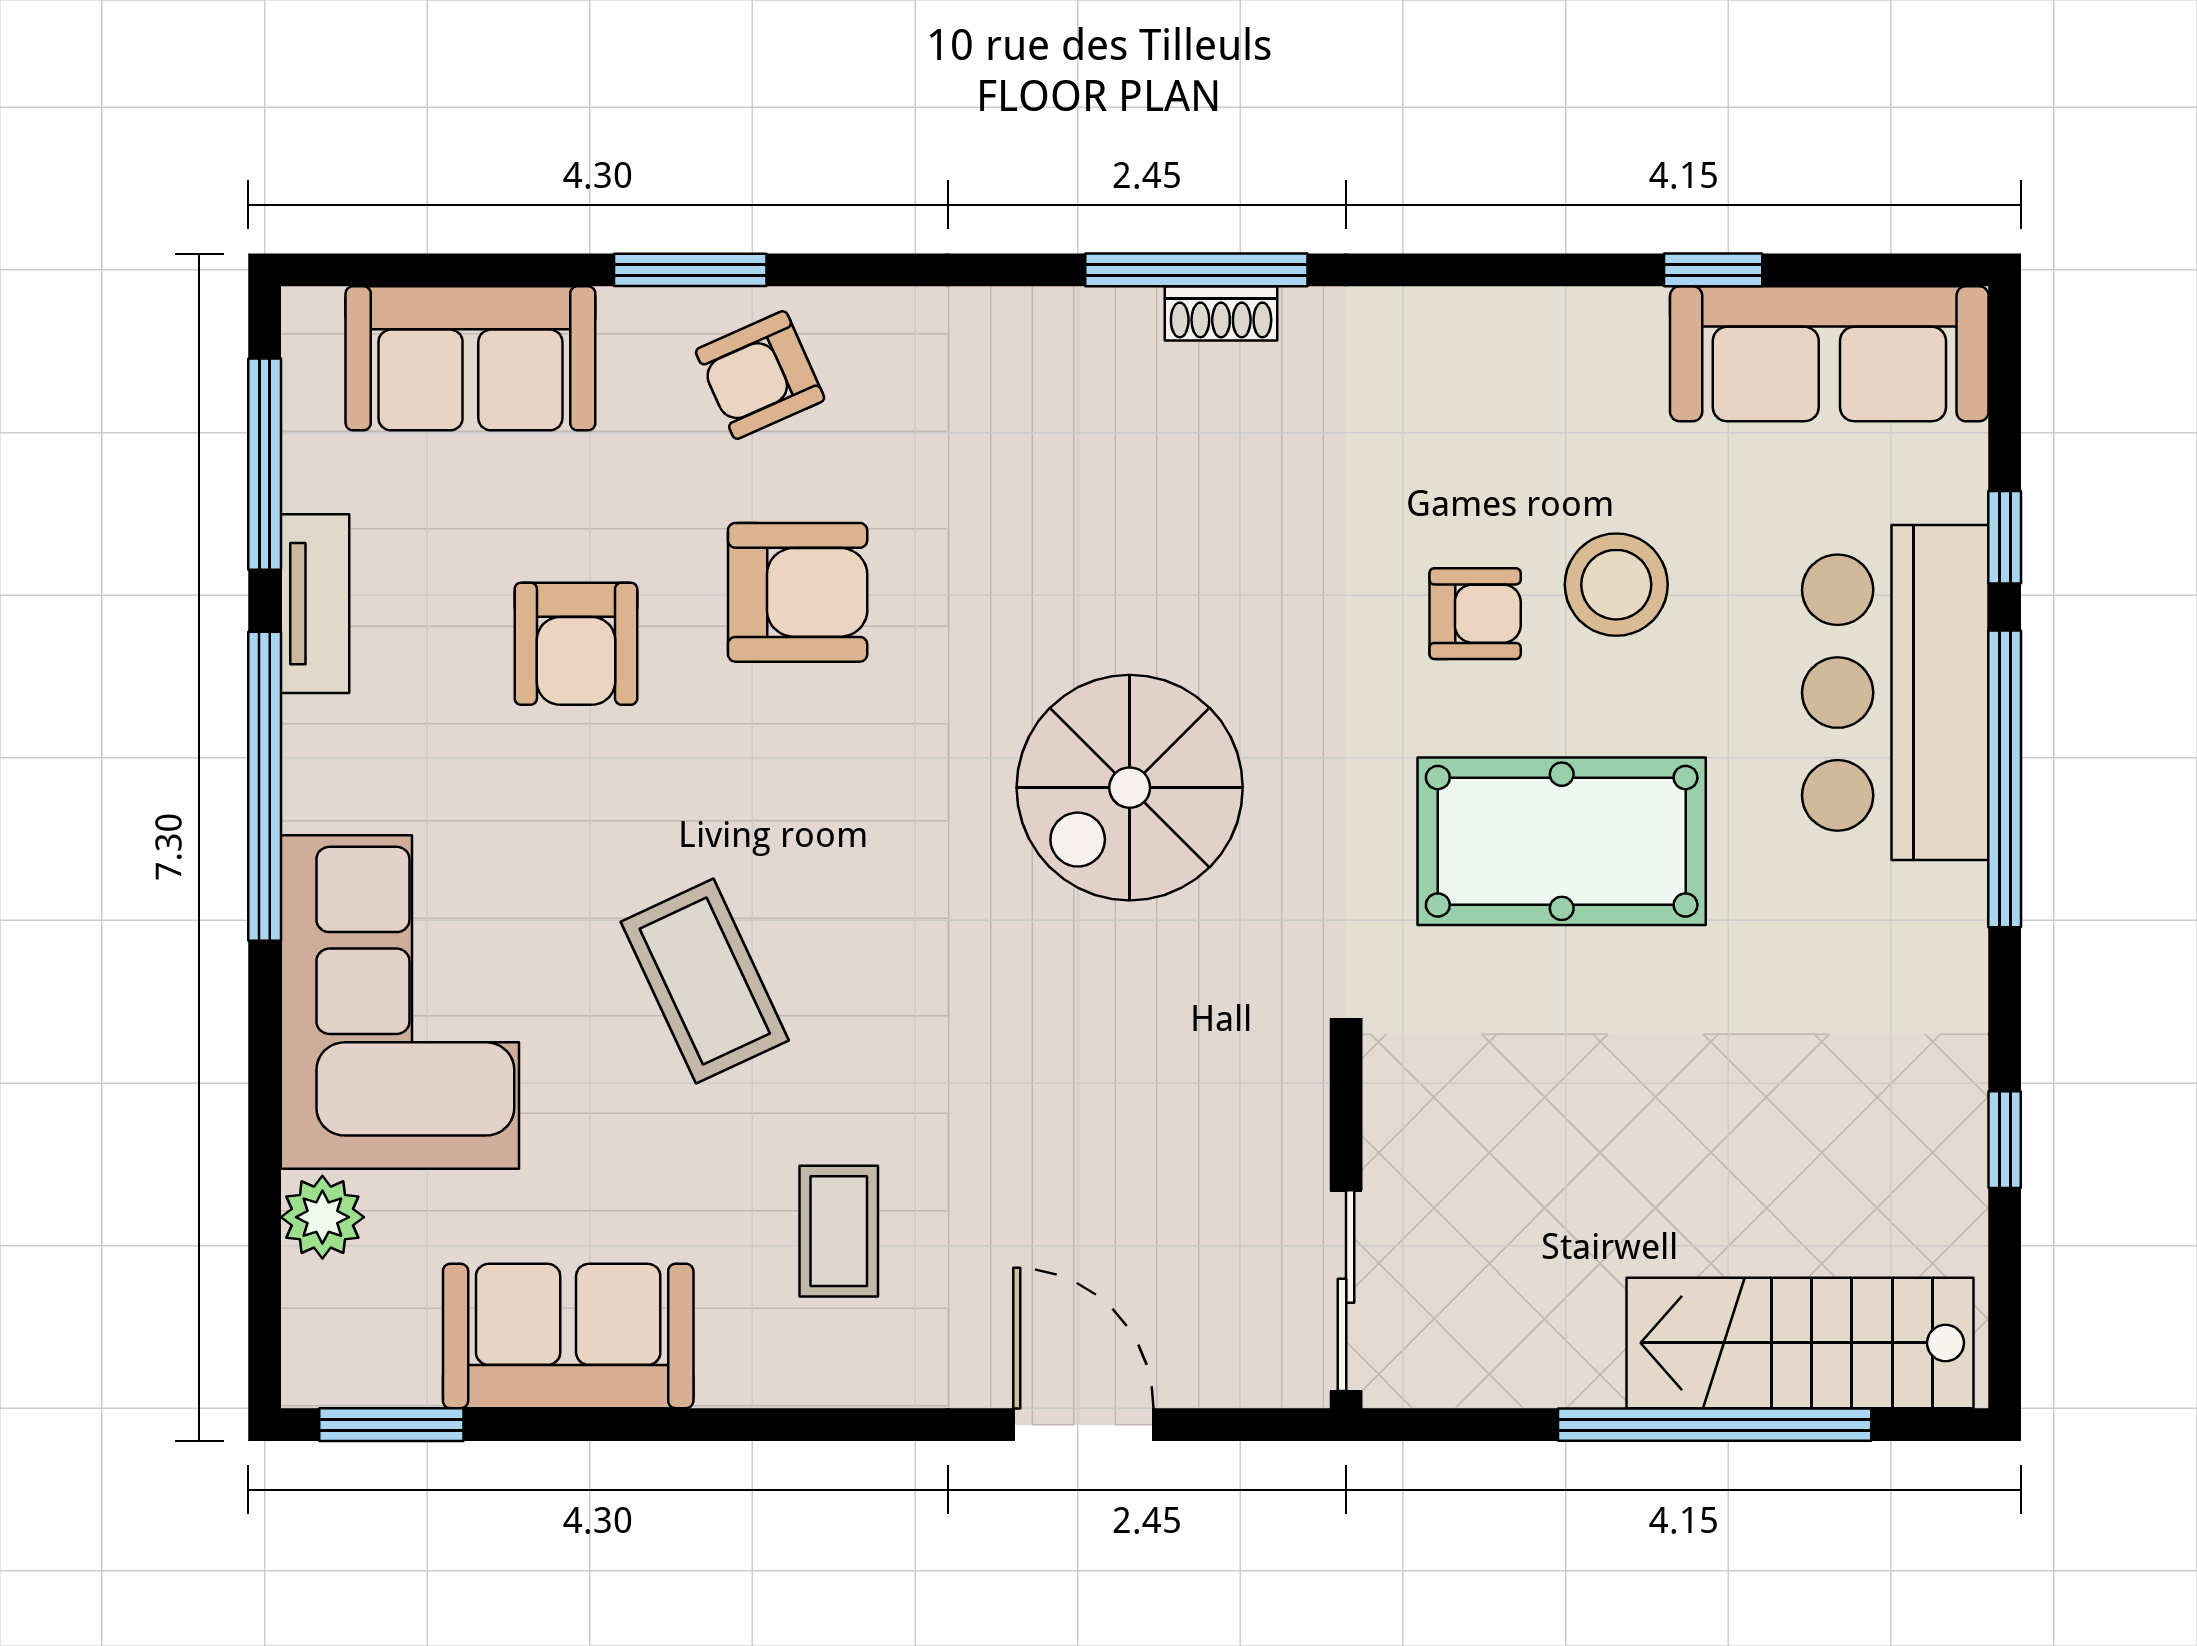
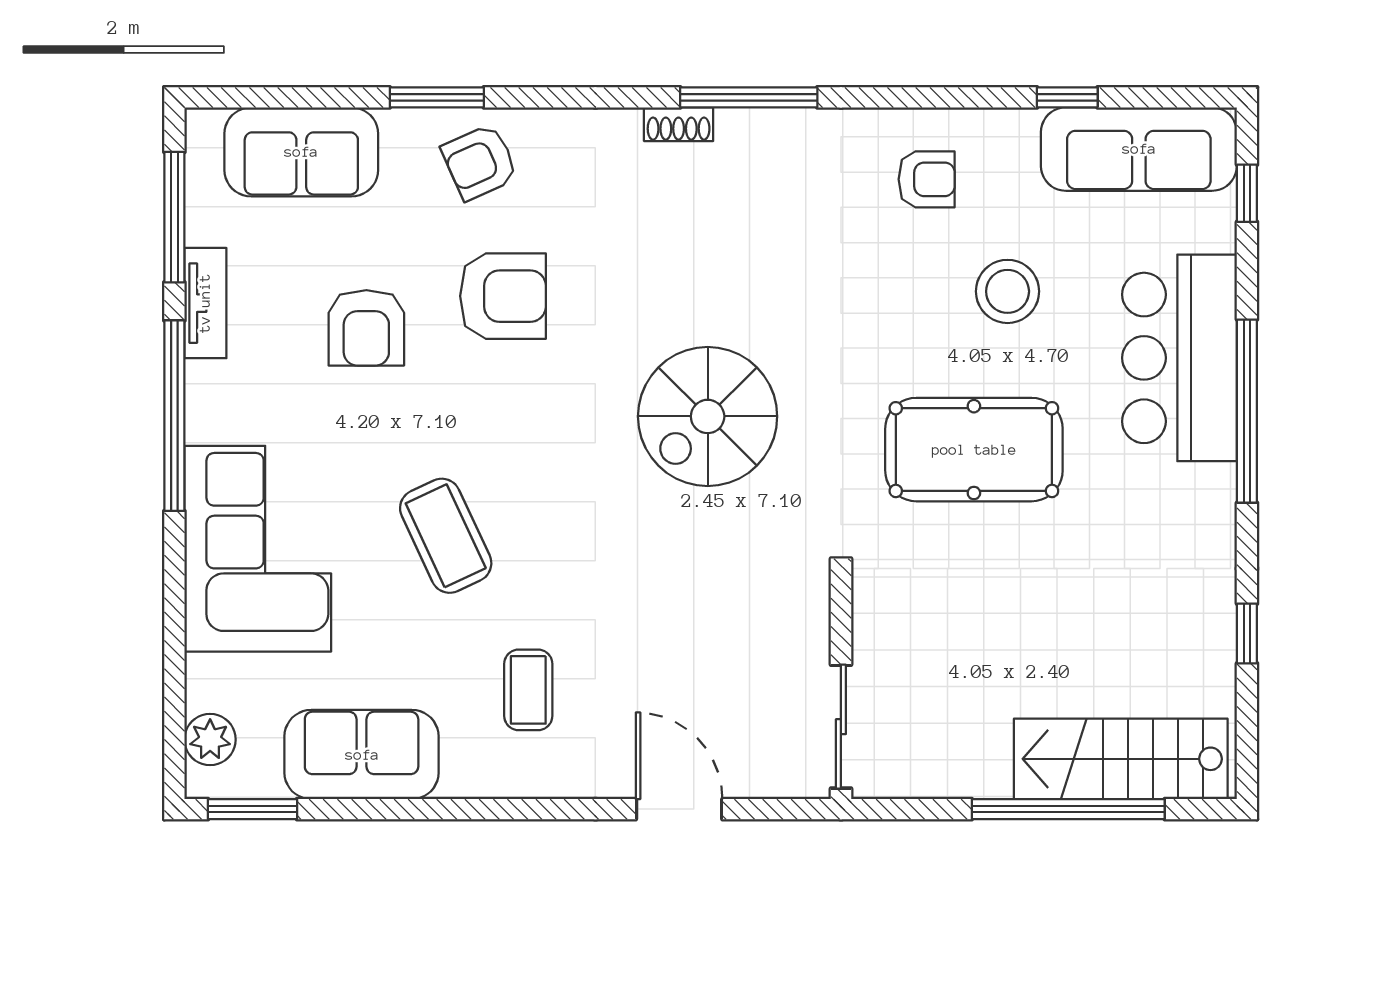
shoe rack: (1221, 313) -> (679, 124), moved
window: (2005, 537) -> (1247, 193), moved
armchair: (1475, 614) -> (927, 179), moved
plant: (322, 1217) -> (210, 740), moved

